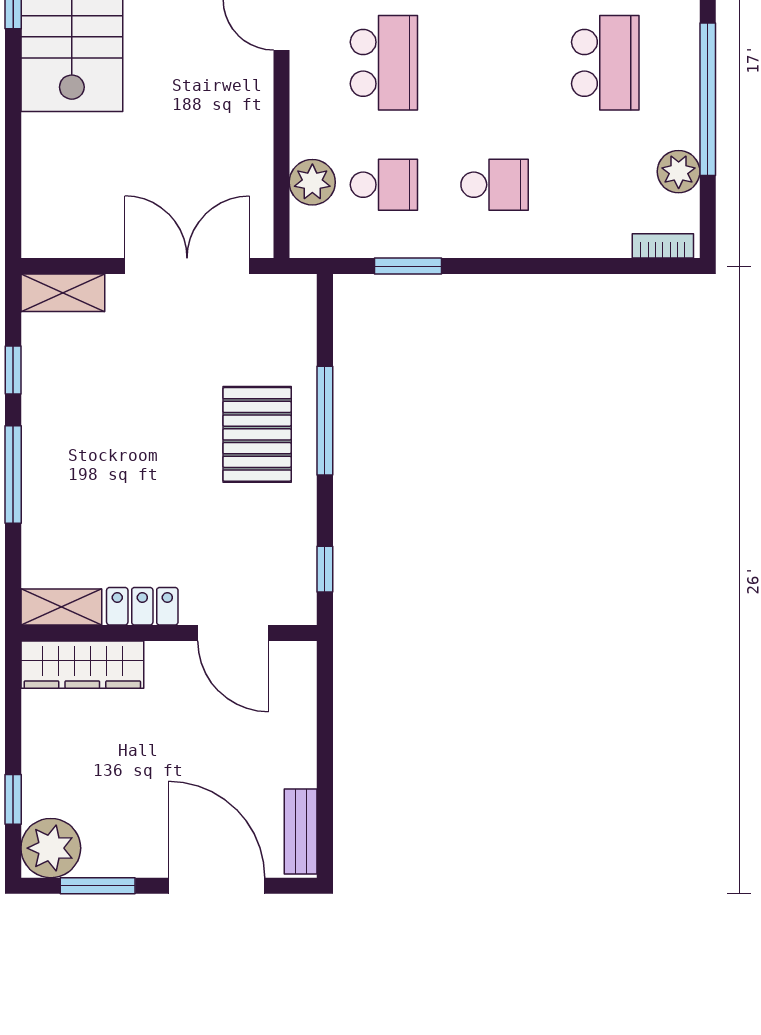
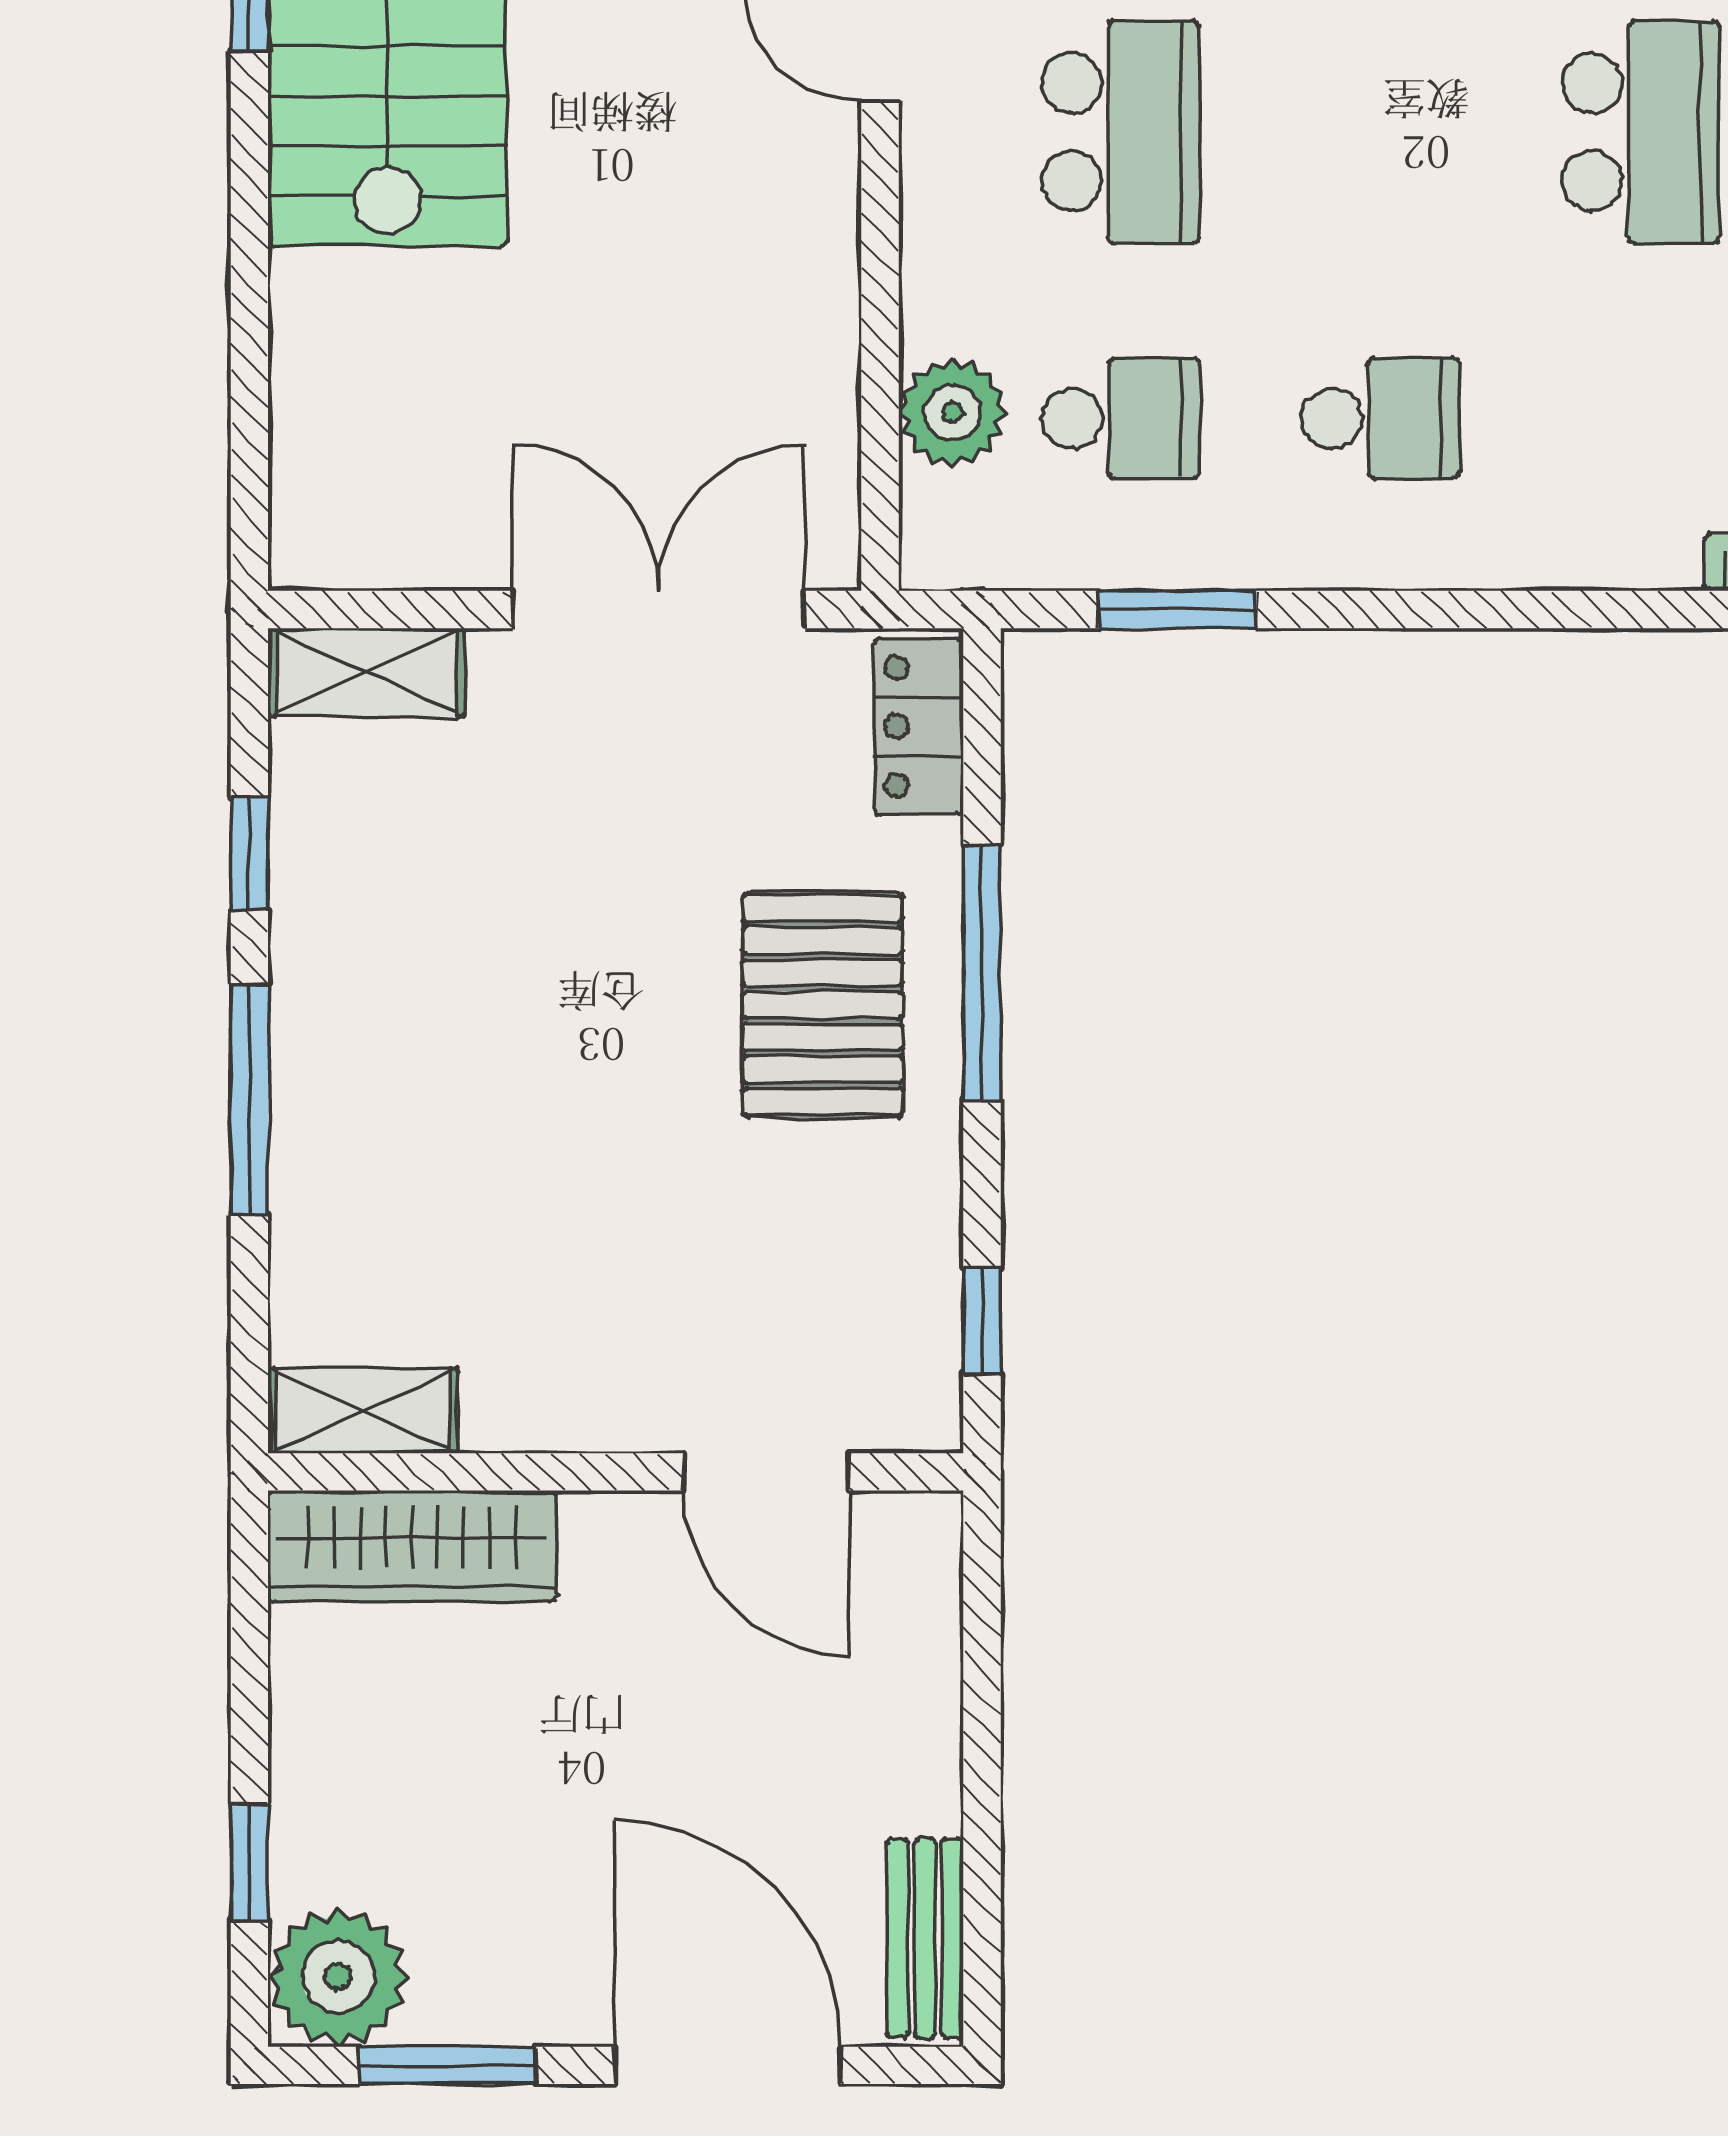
locker: (142, 606) -> (919, 727), moved, turned -90

